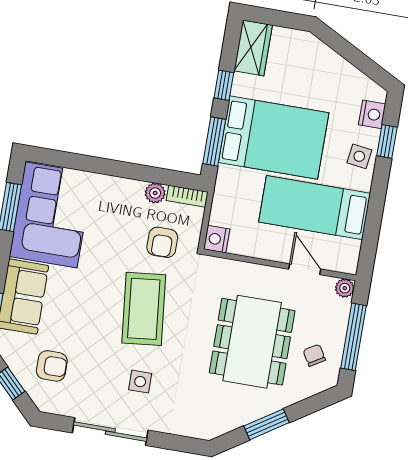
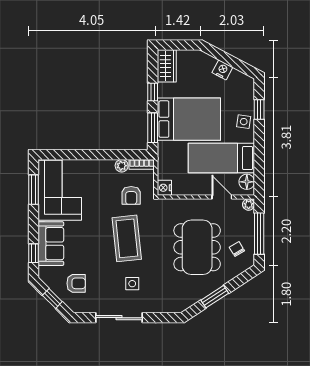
nightstand: (372, 114) -> (222, 70), moved, turned -62
floor lamp: (348, 252) -> (247, 182), added

